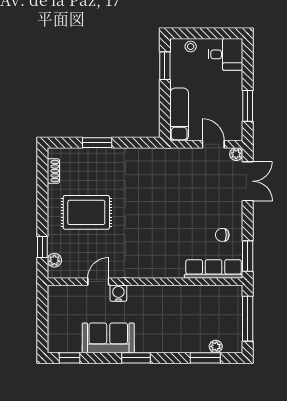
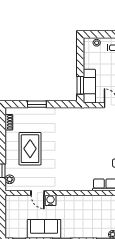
window: (165, 66) -> (80, 85), moved
rug: (86, 212) -> (30, 149), turned 90
door: (98, 282) -> (38, 193), swing flipped

